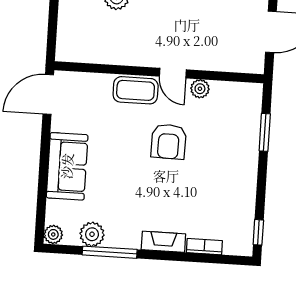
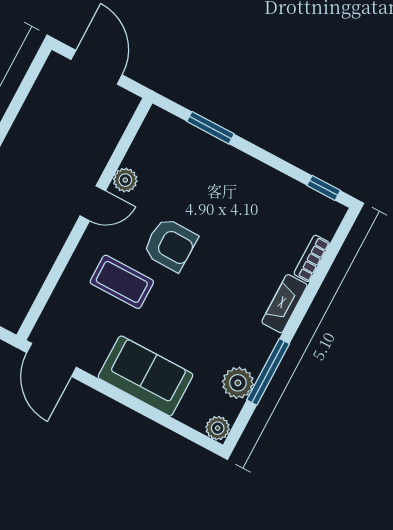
coffee table: (136, 90) -> (122, 282), moved, turned 90

